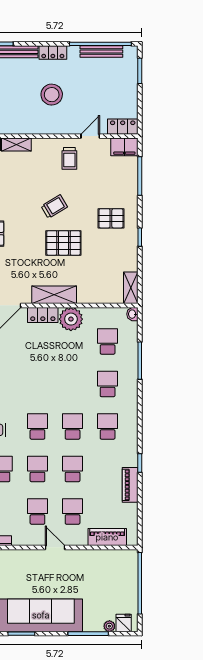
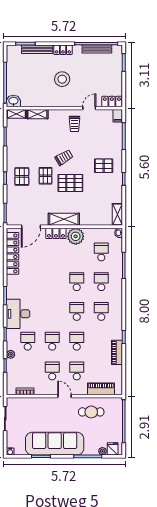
filing cabinet: (124, 147) -> (118, 116), width x0.50
pallet: (28, 233) -> (46, 176), added
school desk: (37, 426) -> (77, 282), moved
cafe table: (93, 570) -> (91, 412), added

